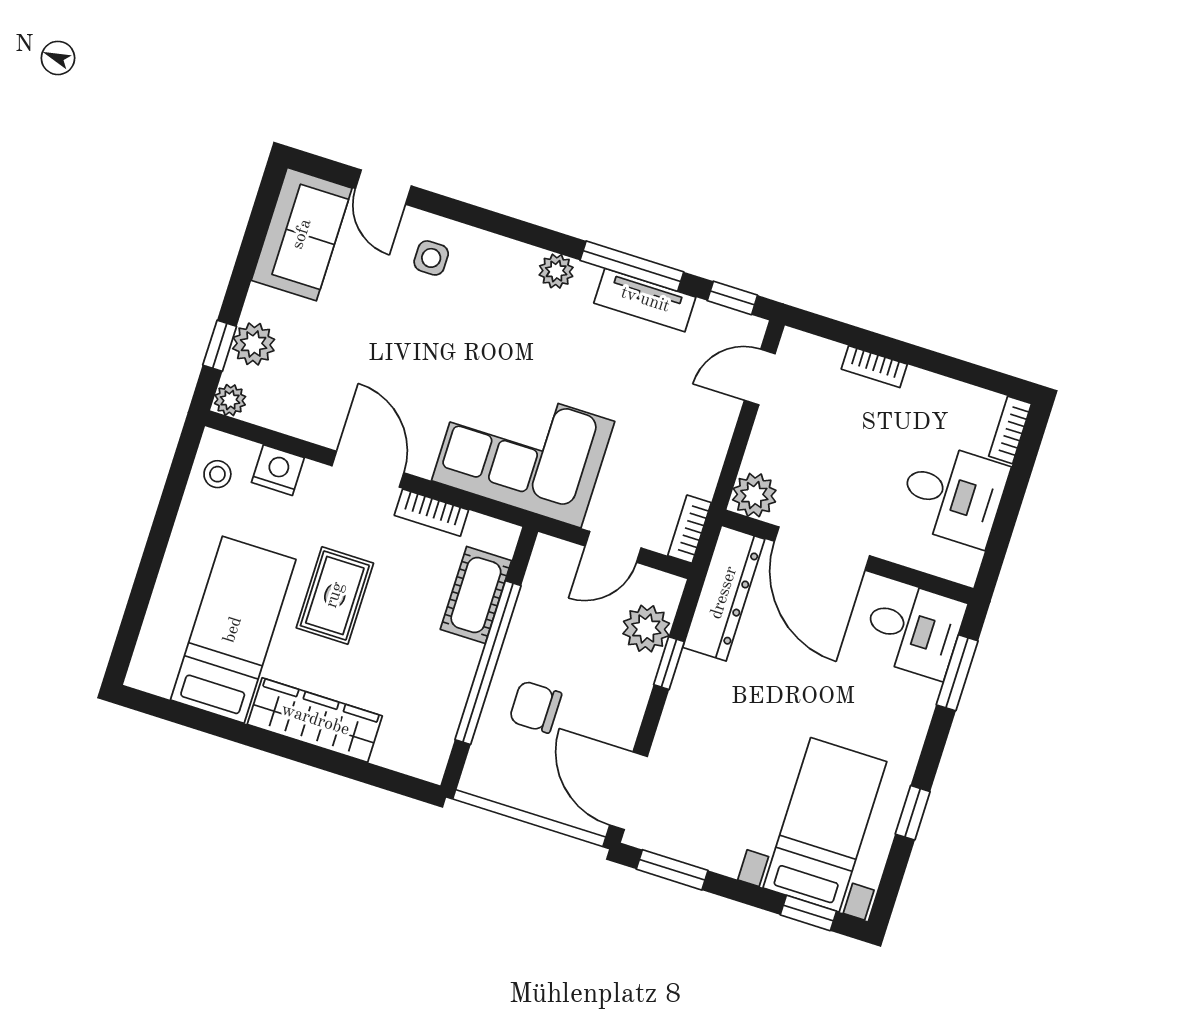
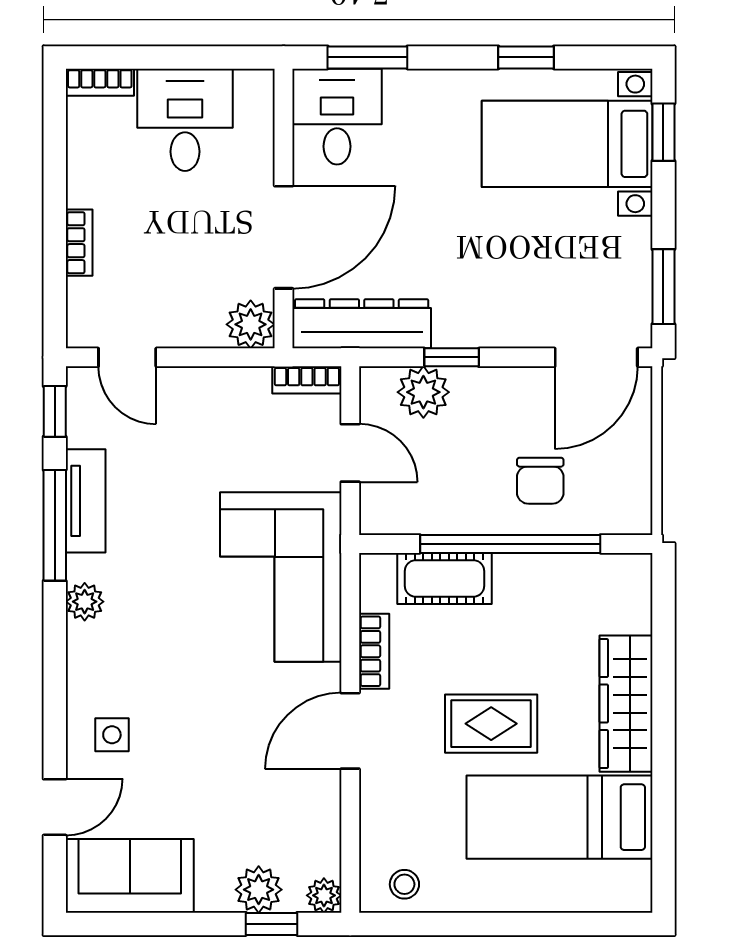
nightstand: (278, 470) -> (381, 823), removed

